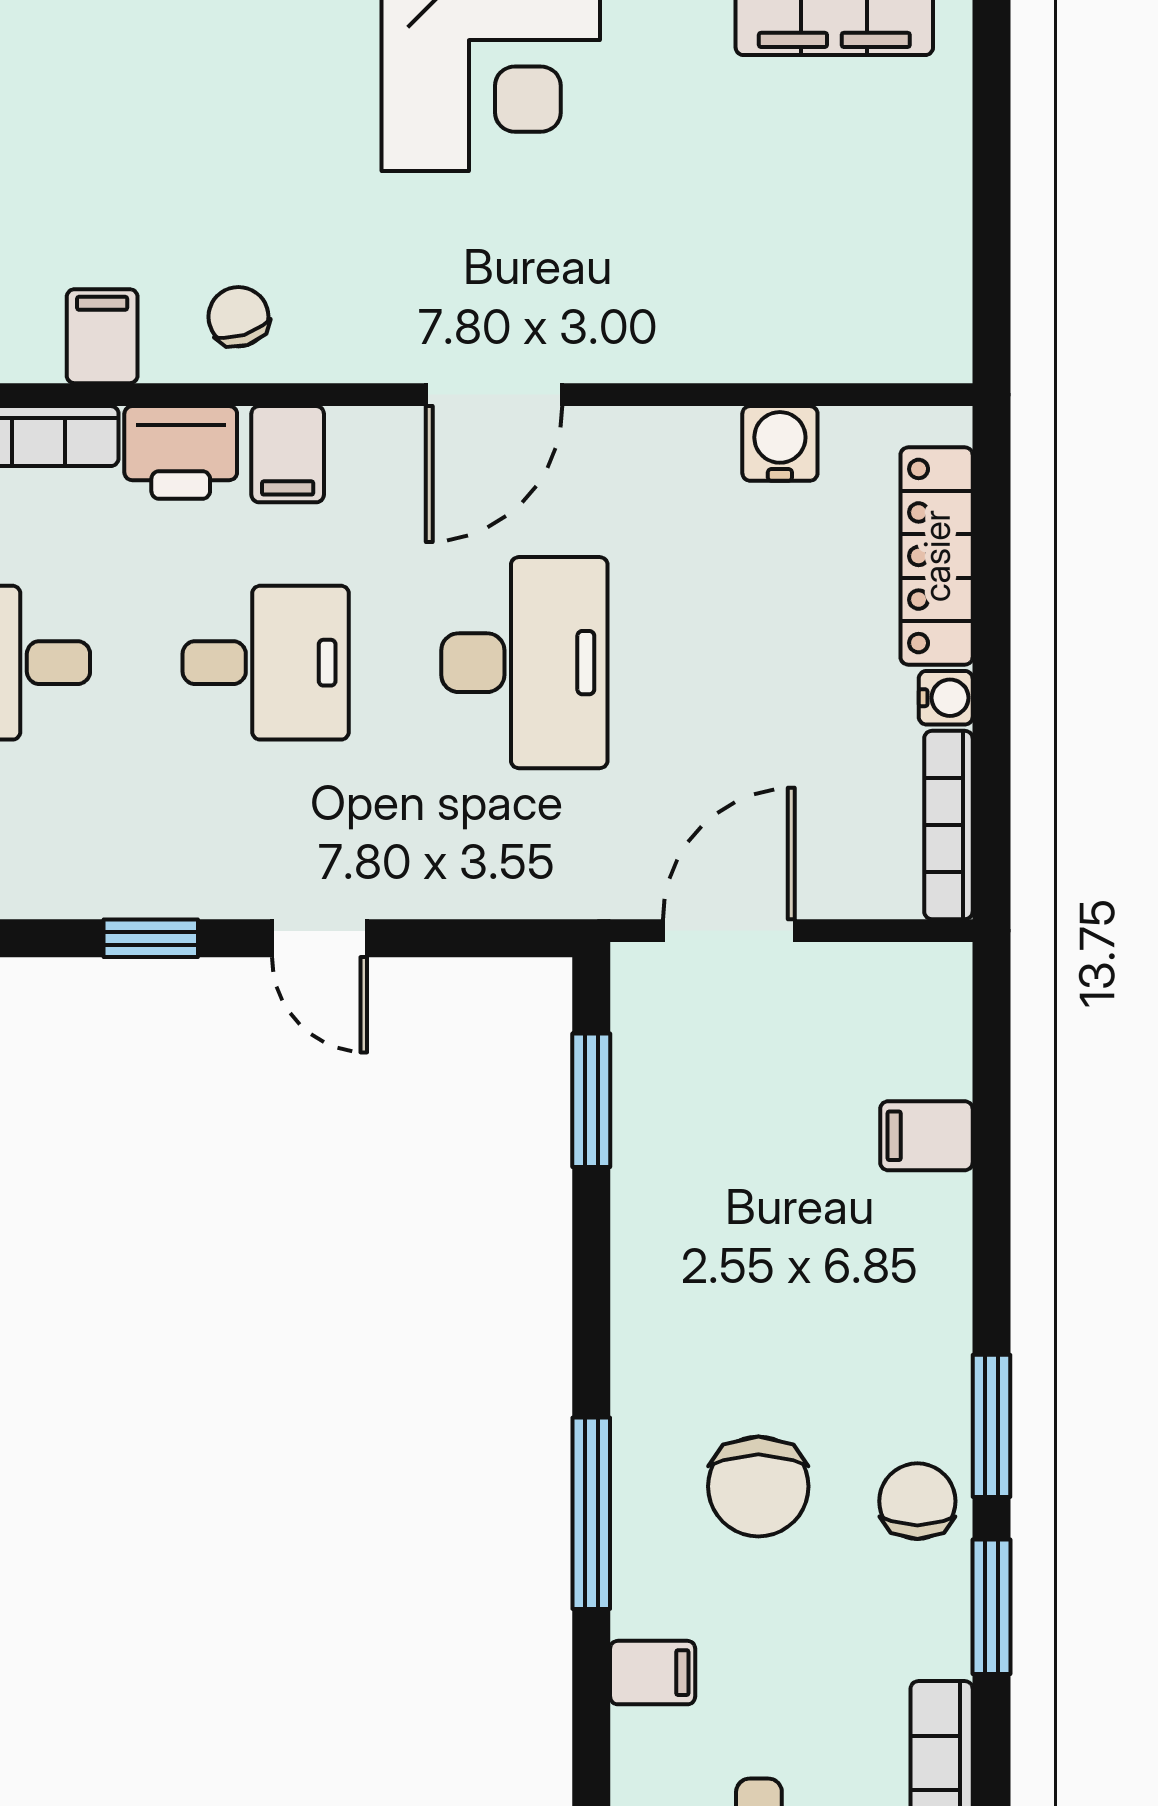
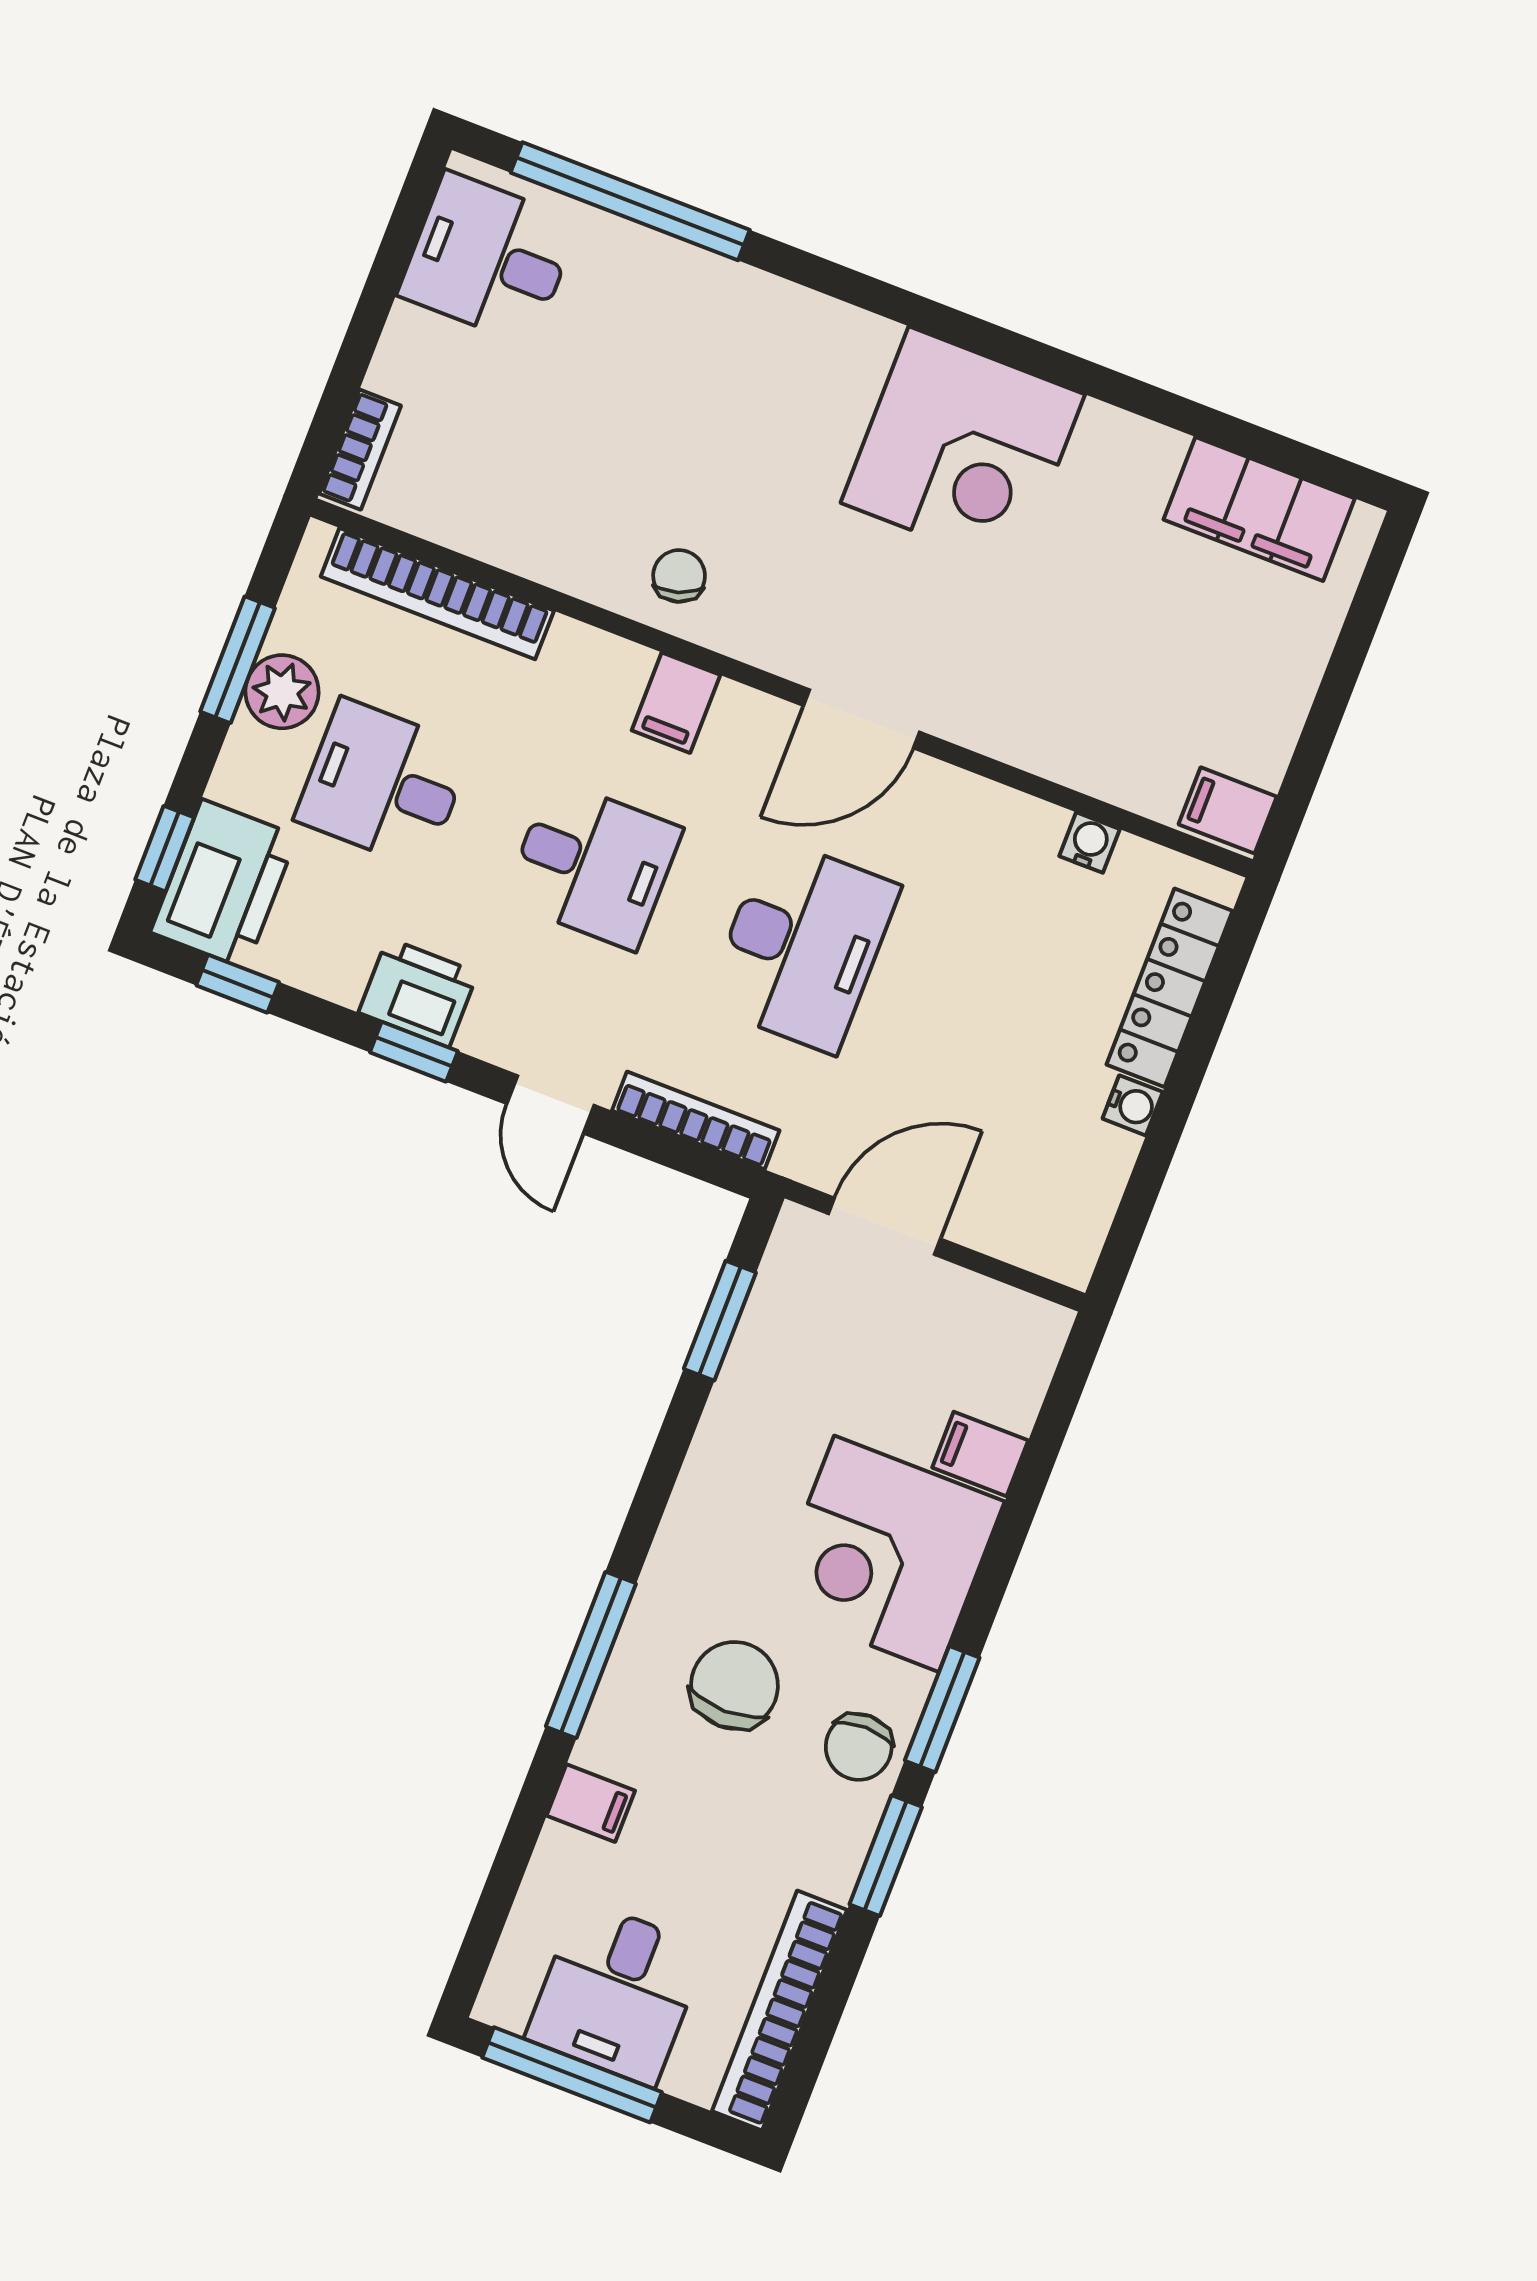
filing cabinet: (102, 336) -> (1228, 810), moved, turned -90
water cooler: (780, 443) -> (1089, 843), width x0.72, depth x0.72
printer: (181, 452) -> (418, 993), moved, turned 180
bookcase: (948, 825) -> (696, 1120), moved, turned 90
corner desk: (867, 1282) -> (886, 1554), added
chair: (758, 1486) -> (734, 1685), turned 180
chair: (917, 1501) -> (859, 1747), turned 180

